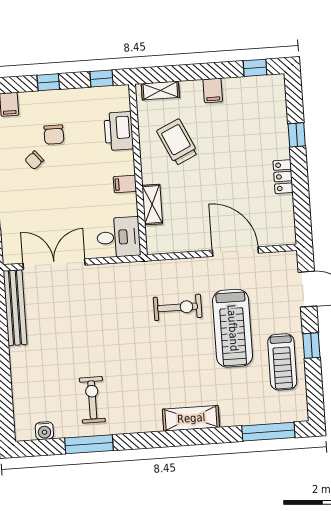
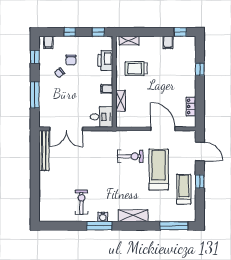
filing cabinet: (213, 90) -> (168, 42), moved
trolley: (177, 142) -> (136, 69), turned -65
locker: (283, 177) -> (191, 106), moved
double door: (54, 264) -> (66, 129), swing flipped
treadmill: (233, 328) -> (159, 169), turned 180
treadmill: (282, 362) -> (184, 189), turned 180
water cooler: (44, 431) -> (103, 217), moved
window: (89, 444) -> (99, 226), moved

